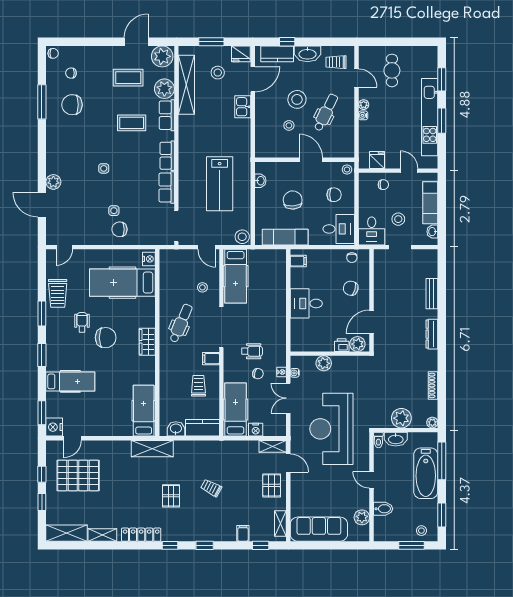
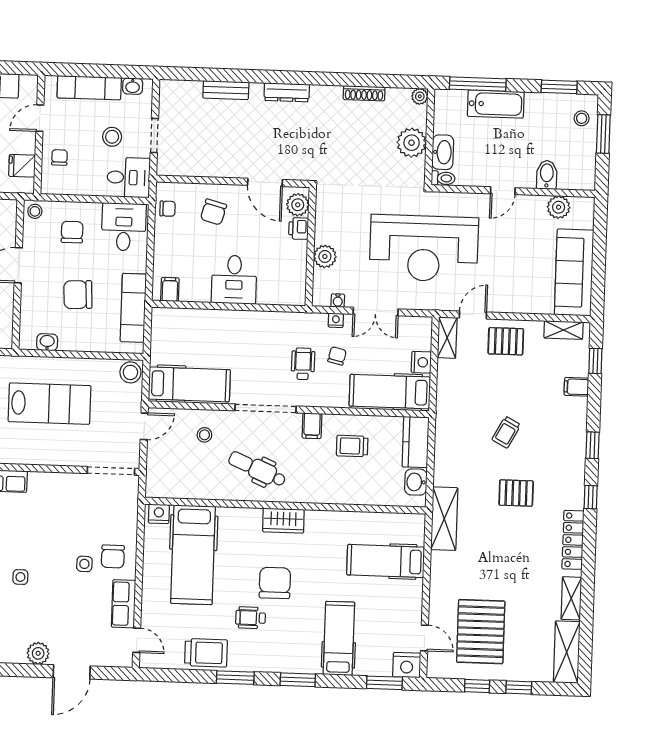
row of seats: (167, 187) -> (123, 604), moved, turned 90
hospital bed: (144, 411) -> (386, 561), moved
bathtub: (426, 473) -> (496, 104), width x0.73, depth x0.73

